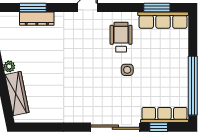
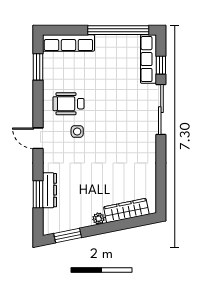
row of seats: (163, 20) -> (68, 43), moved, turned 90
side table: (127, 70) -> (77, 131), moved

